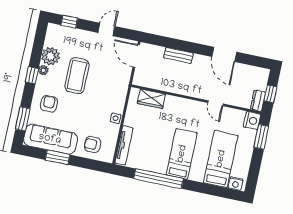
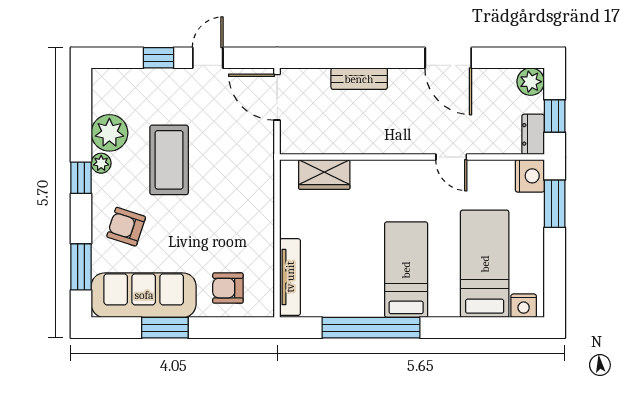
window: (69, 22) -> (159, 58), moved
plant: (262, 75) -> (531, 82), added
armchair: (49, 104) -> (126, 227), turned -72
side table: (116, 118) -> (262, 227), removed

